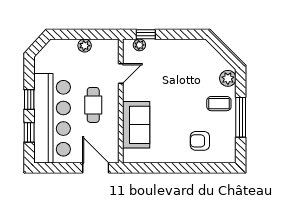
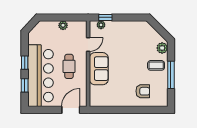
sofa: (136, 125) -> (99, 69), moved
armchair: (200, 141) -> (143, 91), turned 180
door: (96, 168) -> (71, 110), hinge flipped

